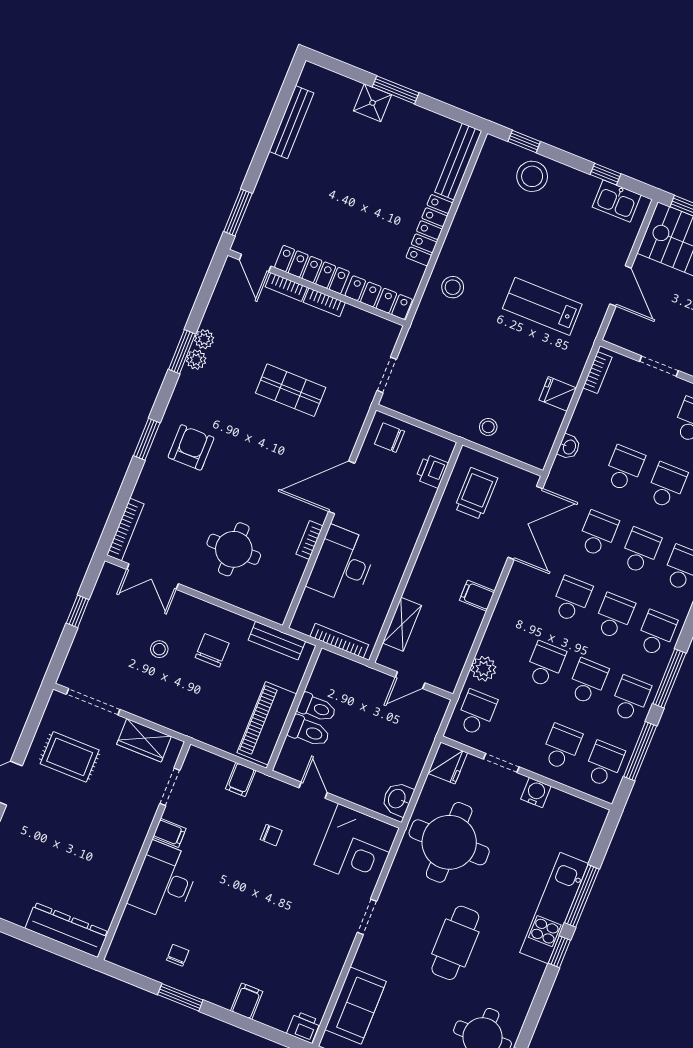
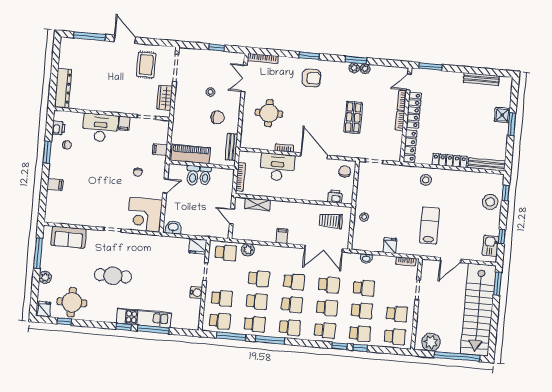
trolley: (476, 493) -> (331, 221), turned 180
round table: (449, 842) -> (160, 258), removed
printer: (304, 1027) -> (59, 128), moved

